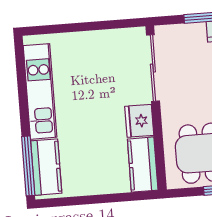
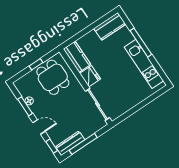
window: (28, 166) -> (141, 43), moved
kitchen counter: (46, 167) -> (110, 26), moved, turned -90

